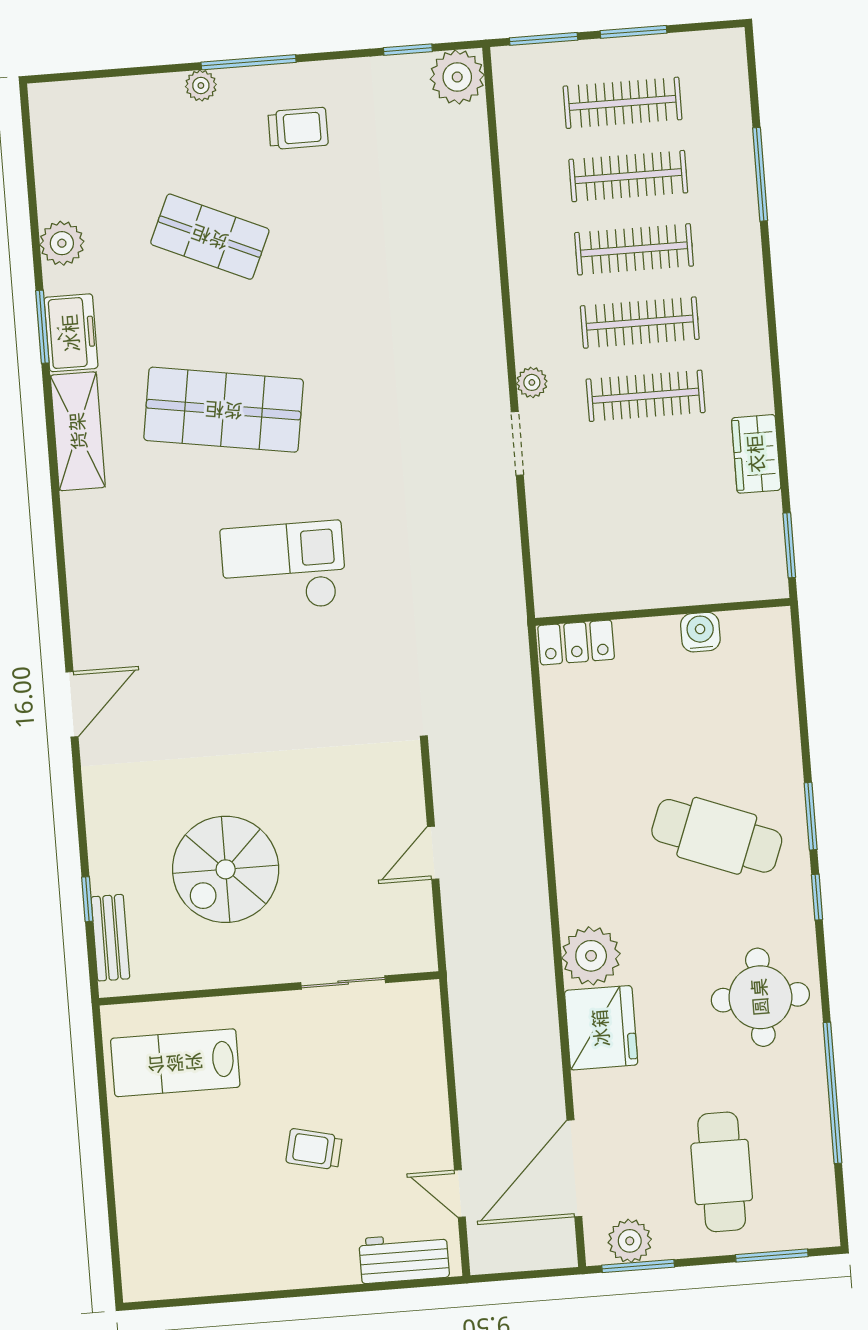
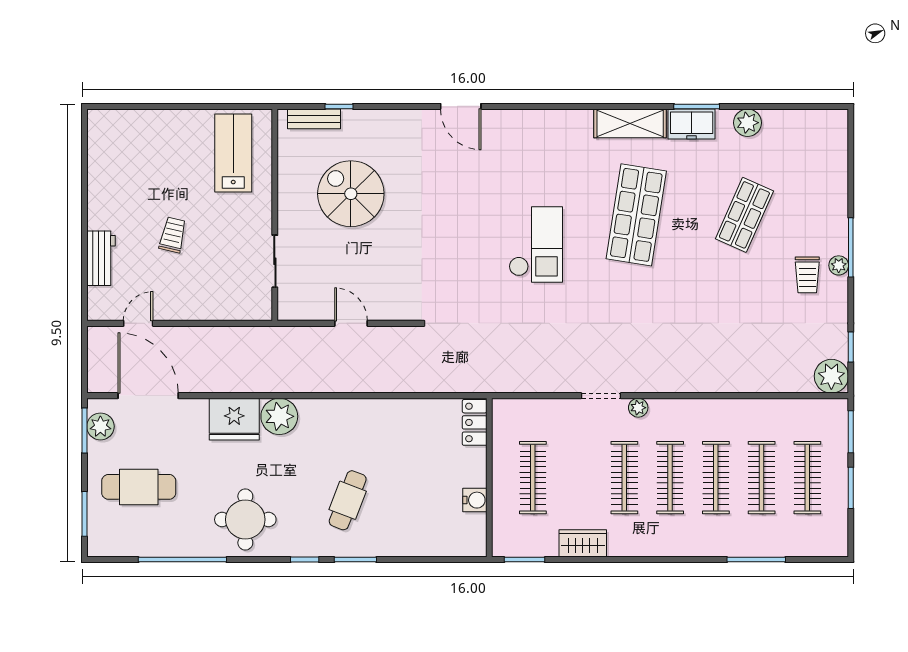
plant: (201, 86) -> (839, 265), moved
clothes rail: (657, 542) -> (533, 478), added
cafe table: (717, 836) -> (348, 500), width x0.73, depth x0.74
workbench: (404, 1258) -> (101, 258), moved

